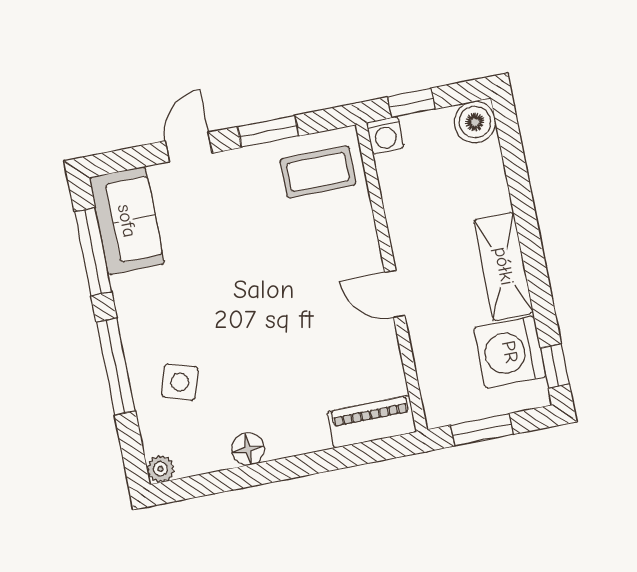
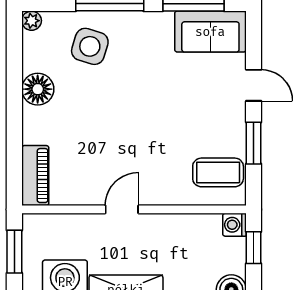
coffee table: (318, 172) -> (218, 172), turned 90
side table: (180, 382) -> (90, 46), width x1.37, depth x1.37
floor lamp: (248, 449) -> (38, 89), width x1.38, depth x1.38

